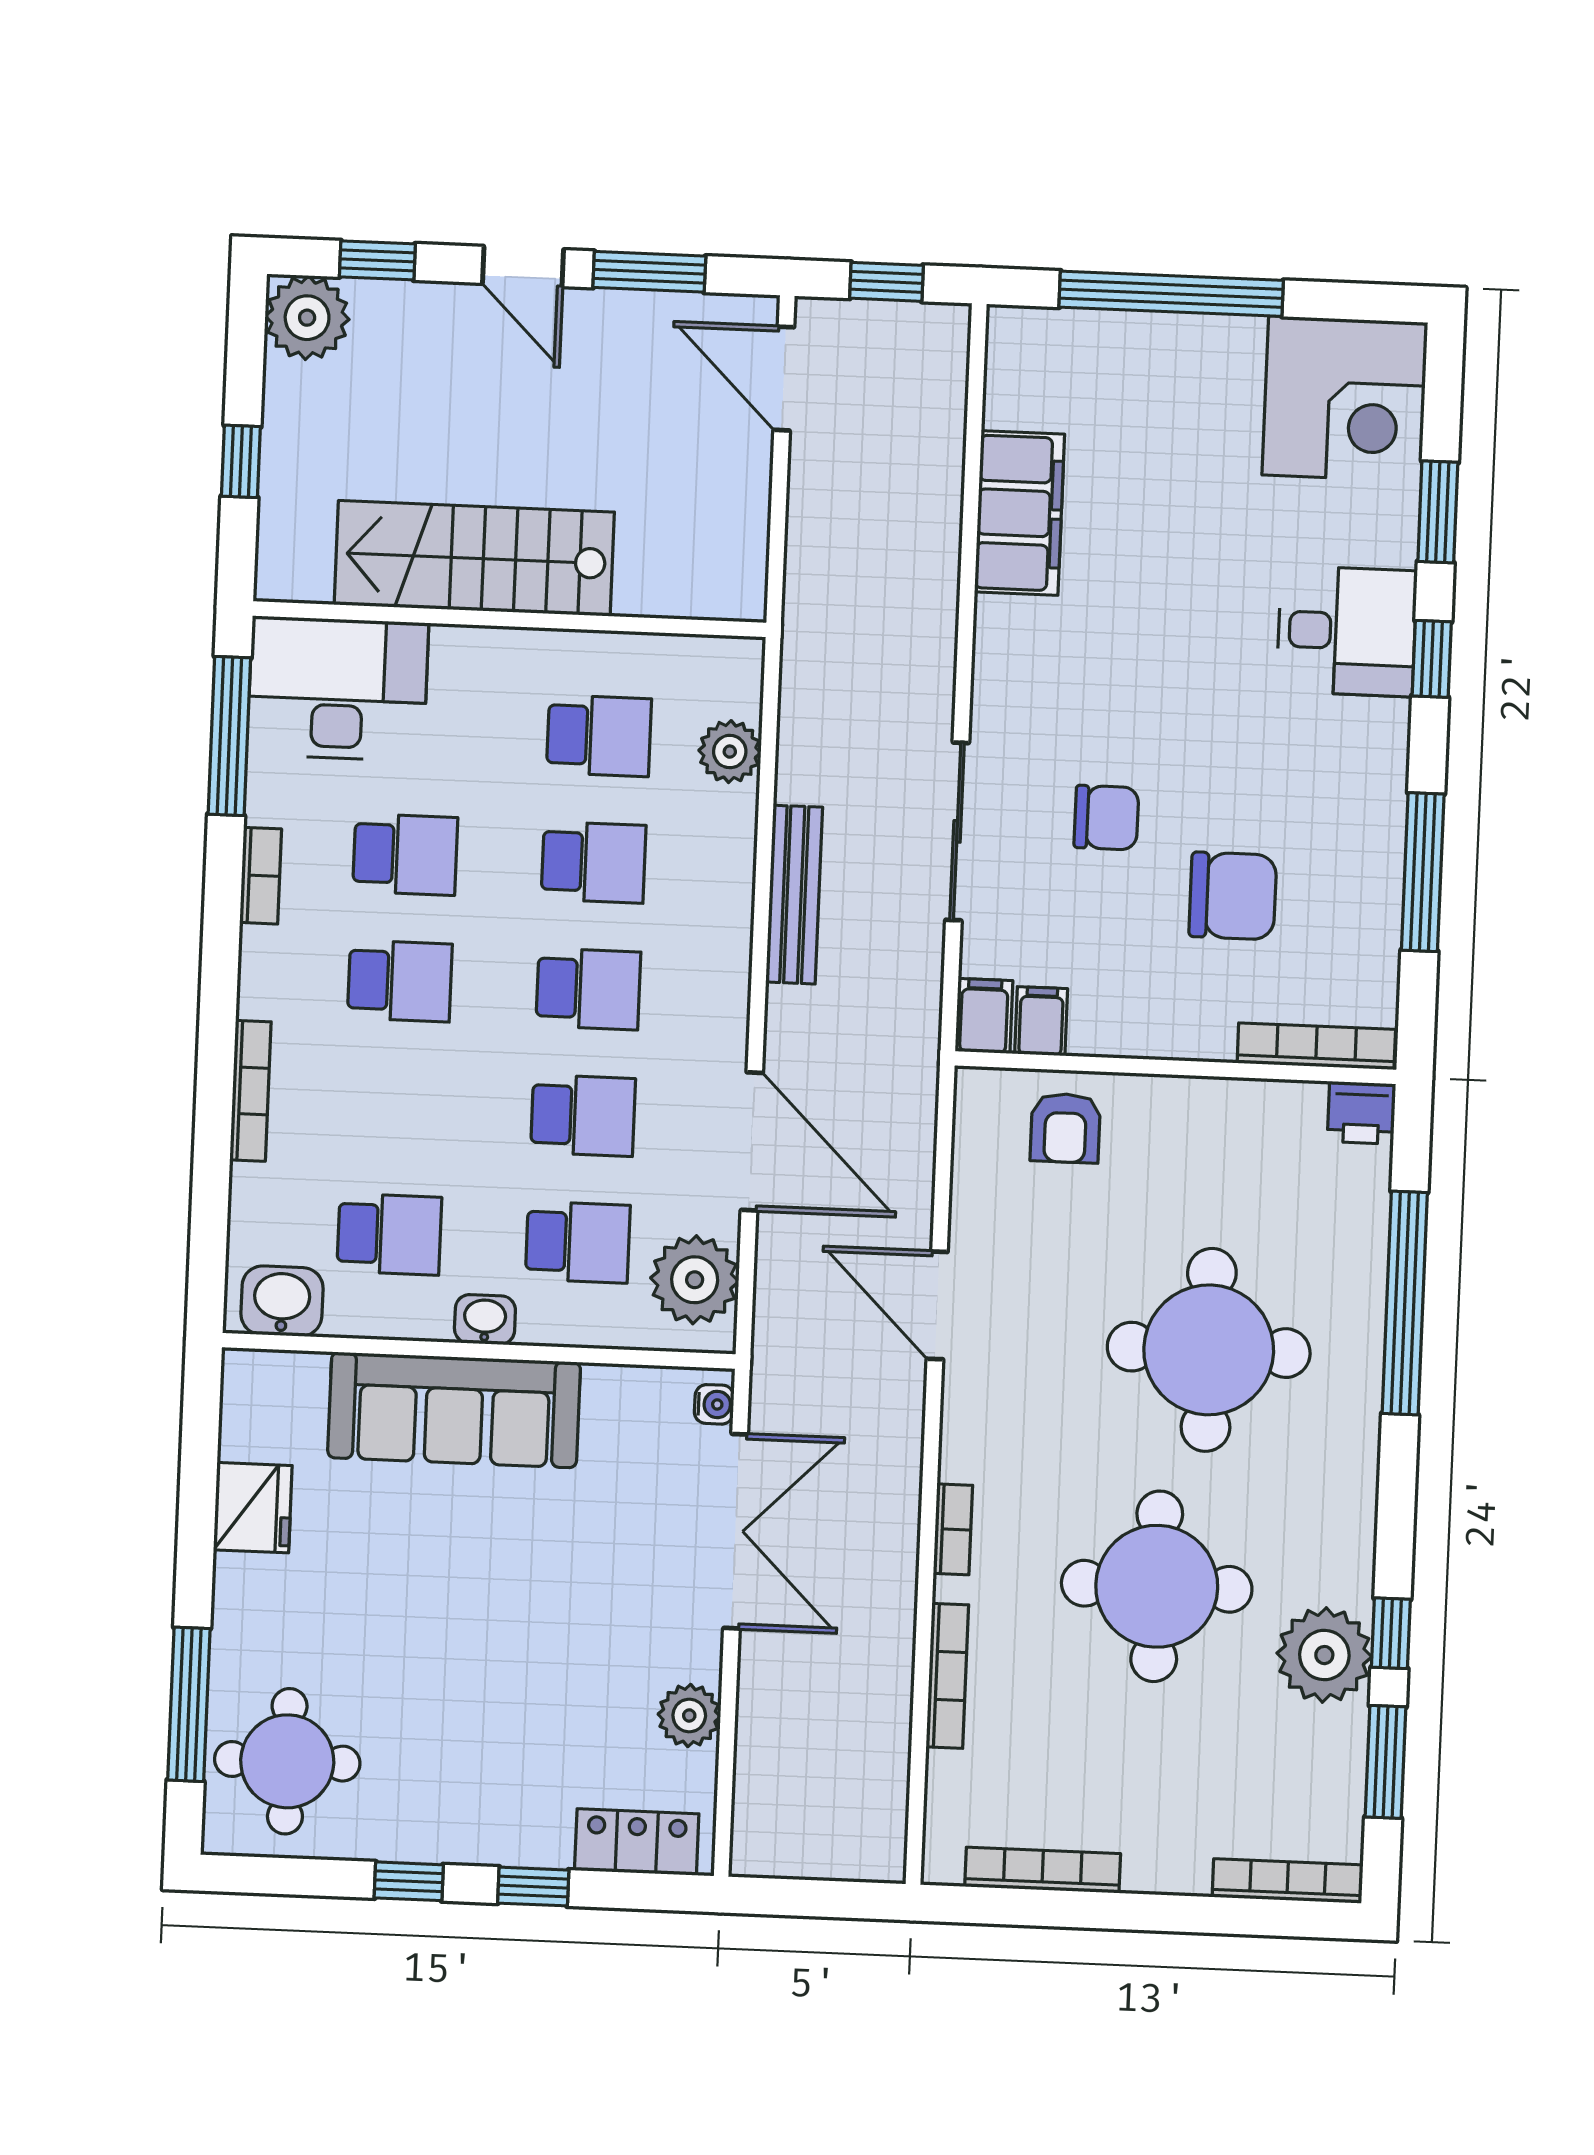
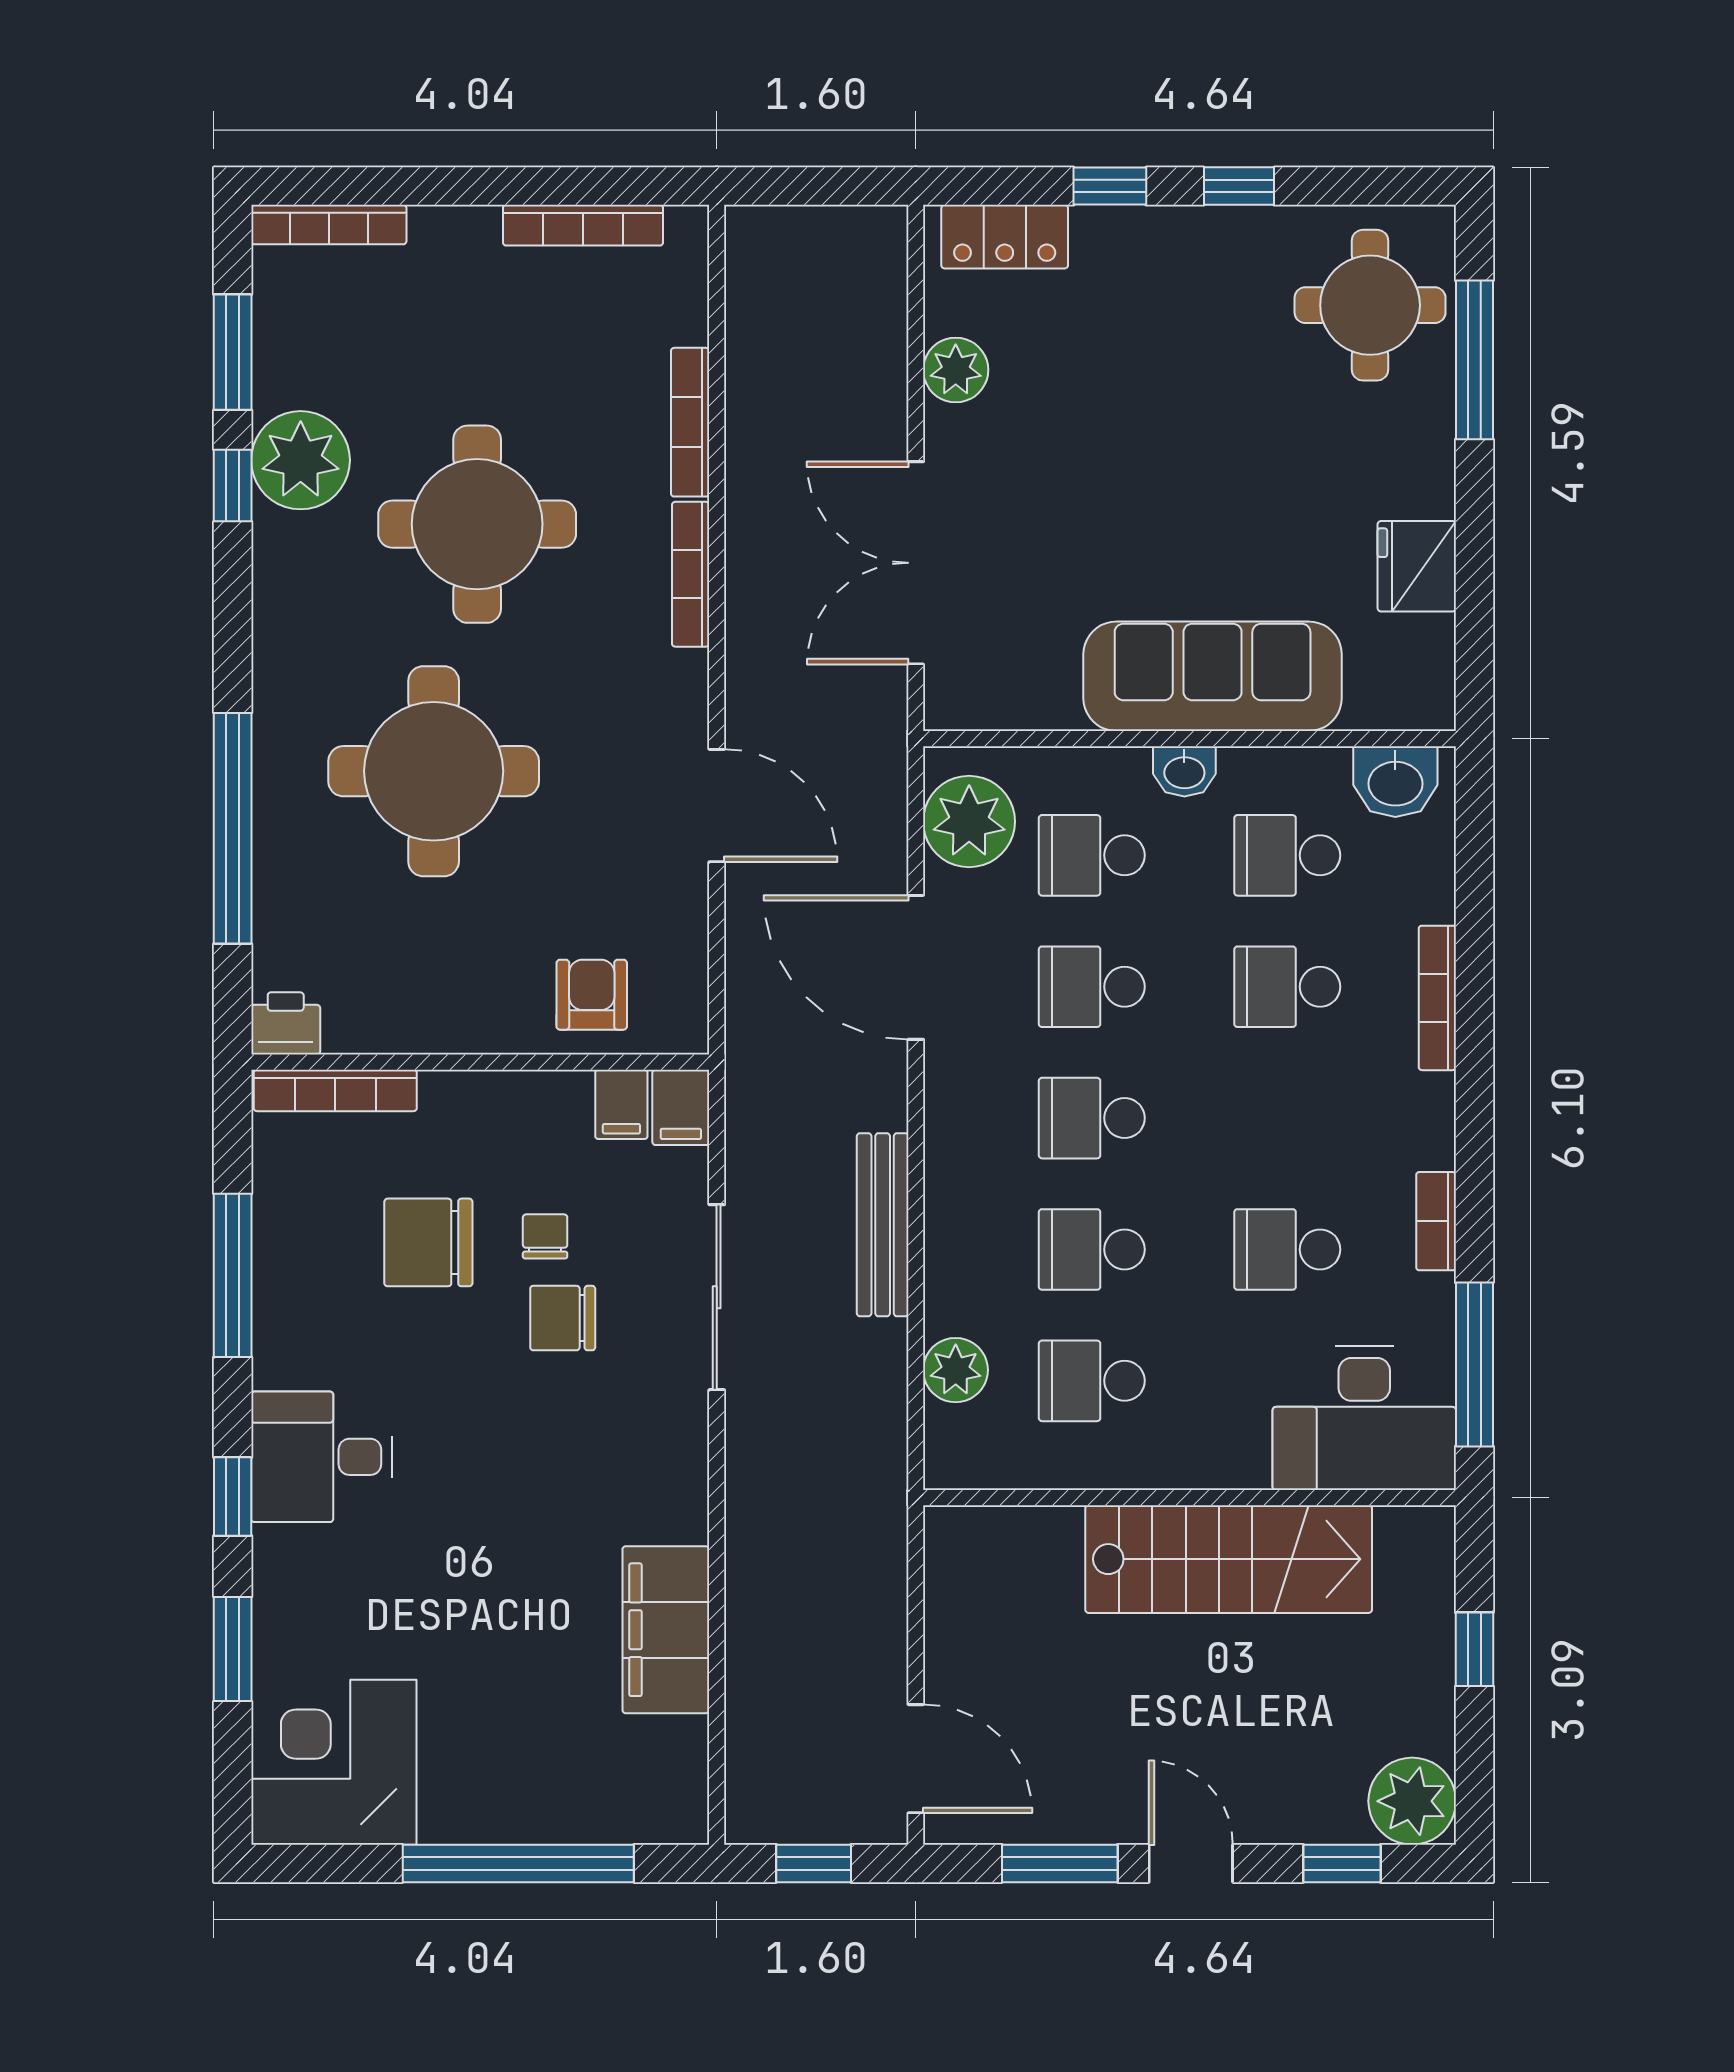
desk: (1347, 631) -> (322, 1457), moved
chair: (1120, 897) -> (545, 1236), added
school desk: (400, 981) -> (1287, 987), moved
water cooler: (714, 1404) -> (943, 693), removed
bookcase: (953, 1529) -> (691, 574), width x1.56

